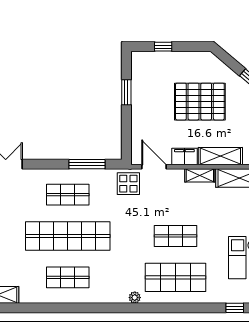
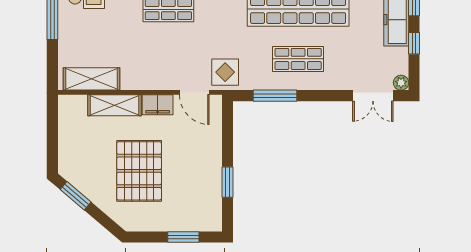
window: (163, 47) -> (183, 237), width x1.50
pallet: (200, 102) -> (139, 171), turned 90
shelving: (200, 175) -> (139, 82), removed

